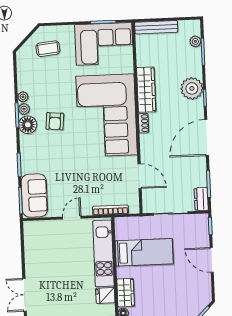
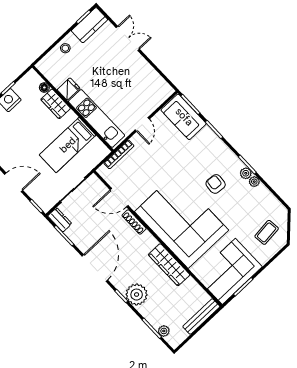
shoe rack: (144, 123) -> (134, 222), moved, width x1.43
floor lamp: (28, 125) -> (233, 164), removed

